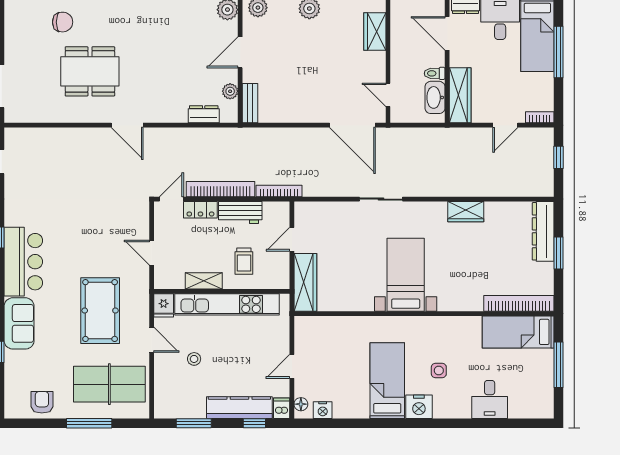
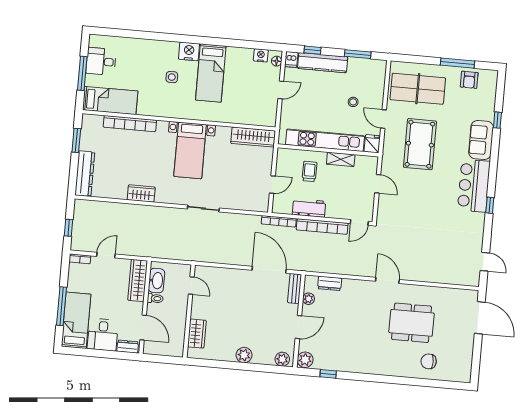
door: (352, 125) -> (269, 270), moved
locker: (200, 210) -> (338, 213), removed
window: (559, 253) -> (76, 140), moved
wardrobe: (305, 282) -> (253, 137), moved, turned -90
bookcase: (519, 303) -> (130, 124), moved
desk: (490, 399) -> (101, 61), moved, turned -90
window: (89, 423) -> (457, 63), moved

